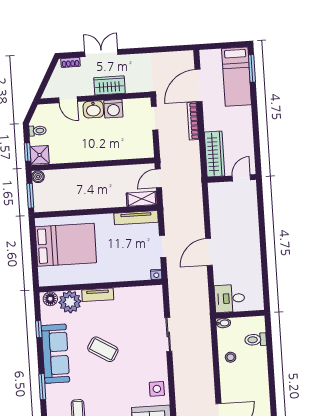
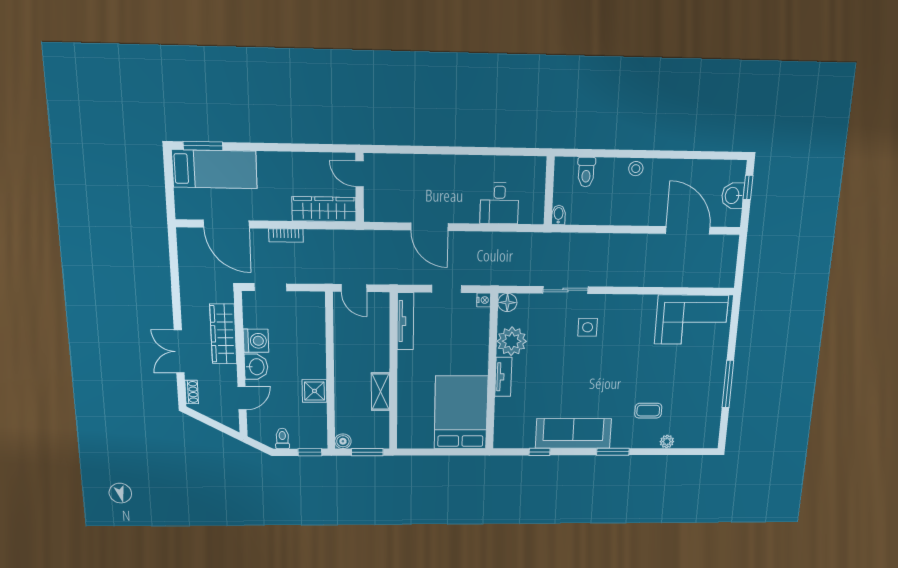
wardrobe: (109, 85) -> (223, 334), width x1.50
bookcase: (193, 121) -> (286, 235), width x0.64
shower: (40, 155) -> (314, 391), moved
shelving: (142, 199) -> (380, 392), moved
bed: (66, 245) -> (461, 413), moved
door: (209, 252) -> (429, 227), moved
desk: (230, 298) -> (499, 203), moved
floor lamp: (50, 299) -> (507, 302), moved
plant: (70, 302) -> (512, 341), moved
coffee table: (103, 349) -> (575, 375), removed
stool: (231, 357) -> (636, 169), moved
side table: (157, 389) -> (588, 327), moved

